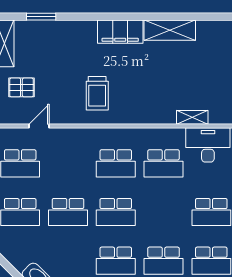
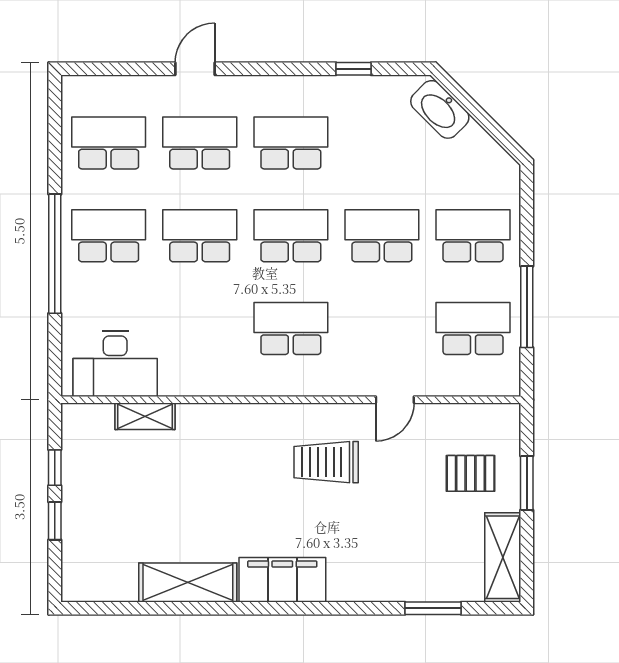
trolley: (97, 93) -> (326, 462), turned -90
door: (39, 126) -> (395, 400), moved
school desk: (164, 163) -> (200, 236), moved

